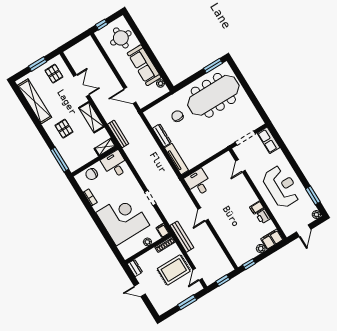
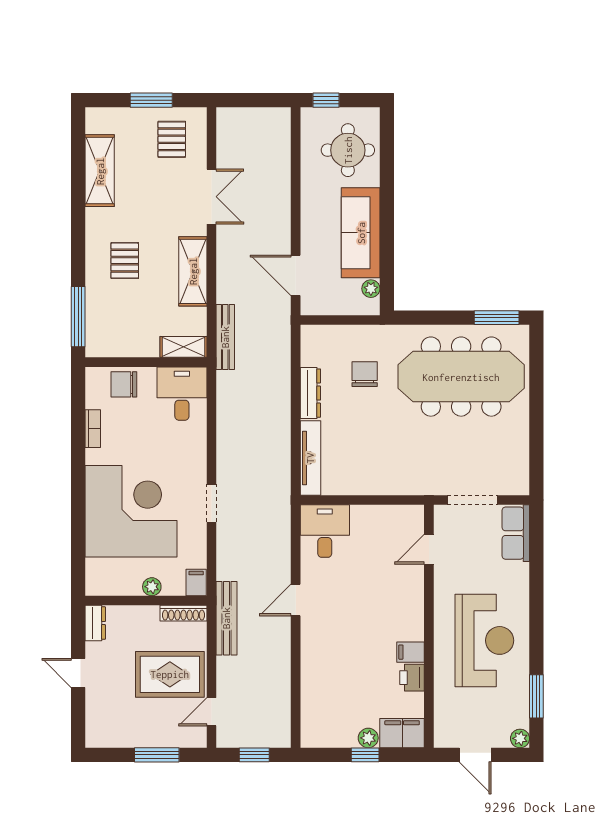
shelving: (35, 101) -> (100, 171), width x0.68
door: (304, 231) -> (475, 755), hinge flipped
window: (249, 264) -> (365, 755), moved

